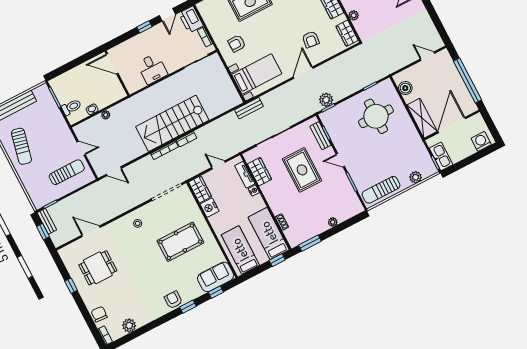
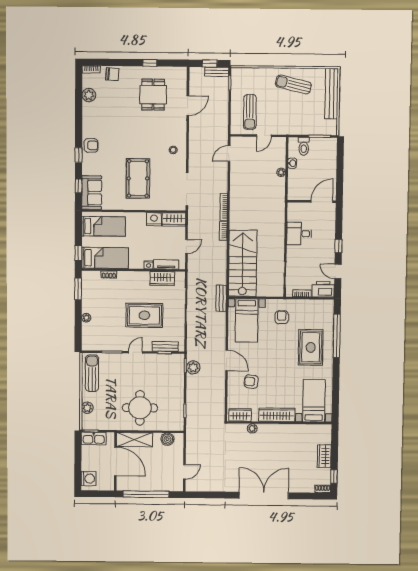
round table: (376, 116) -> (140, 408), moved
stairs: (172, 123) -> (243, 263), moved

